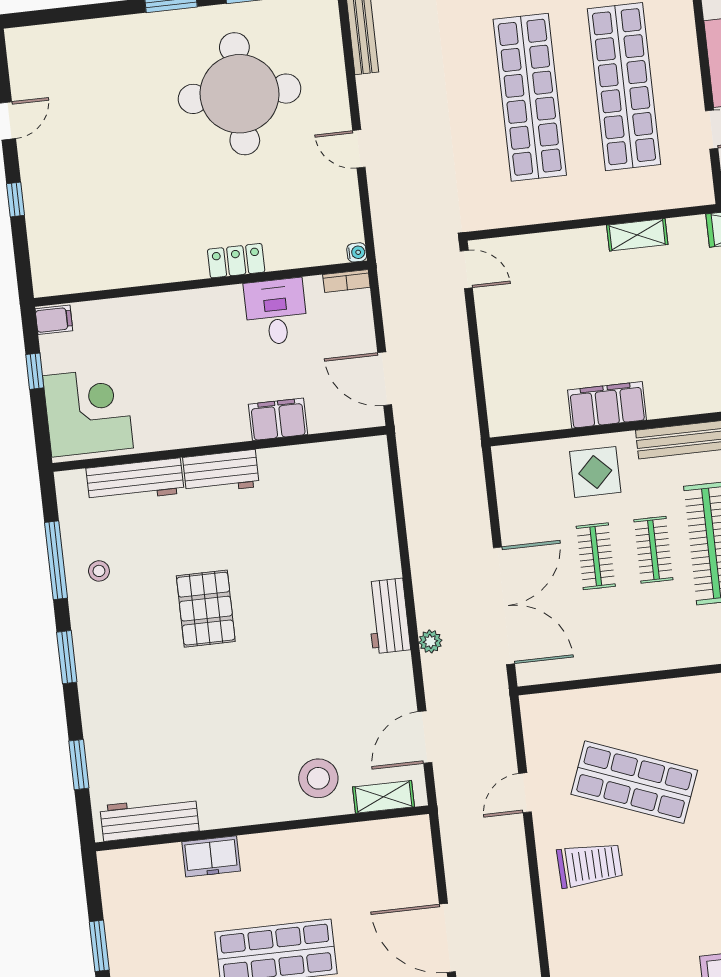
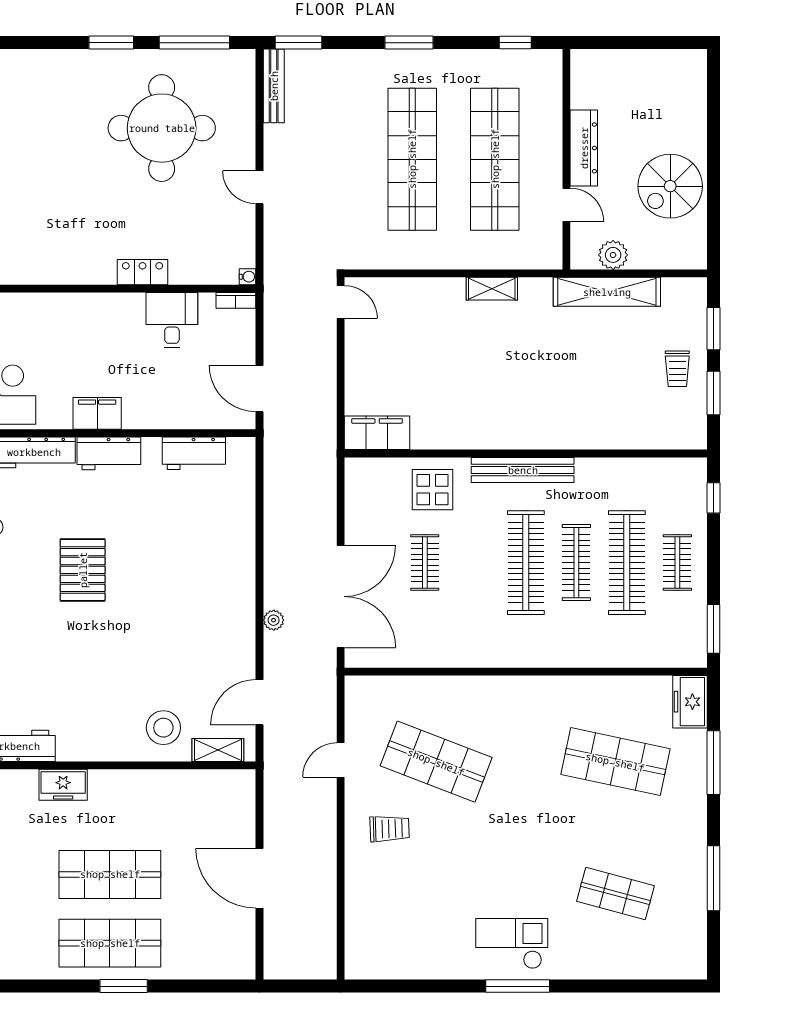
filing cabinet: (607, 405) -> (377, 433), moved
filing cabinet: (278, 419) -> (97, 413), moved
clothes rail: (653, 550) -> (475, 563), removed
workbench: (388, 616) -> (194, 453), moved, turned -90
trolley: (590, 865) -> (390, 829), width x0.73, depth x0.72

